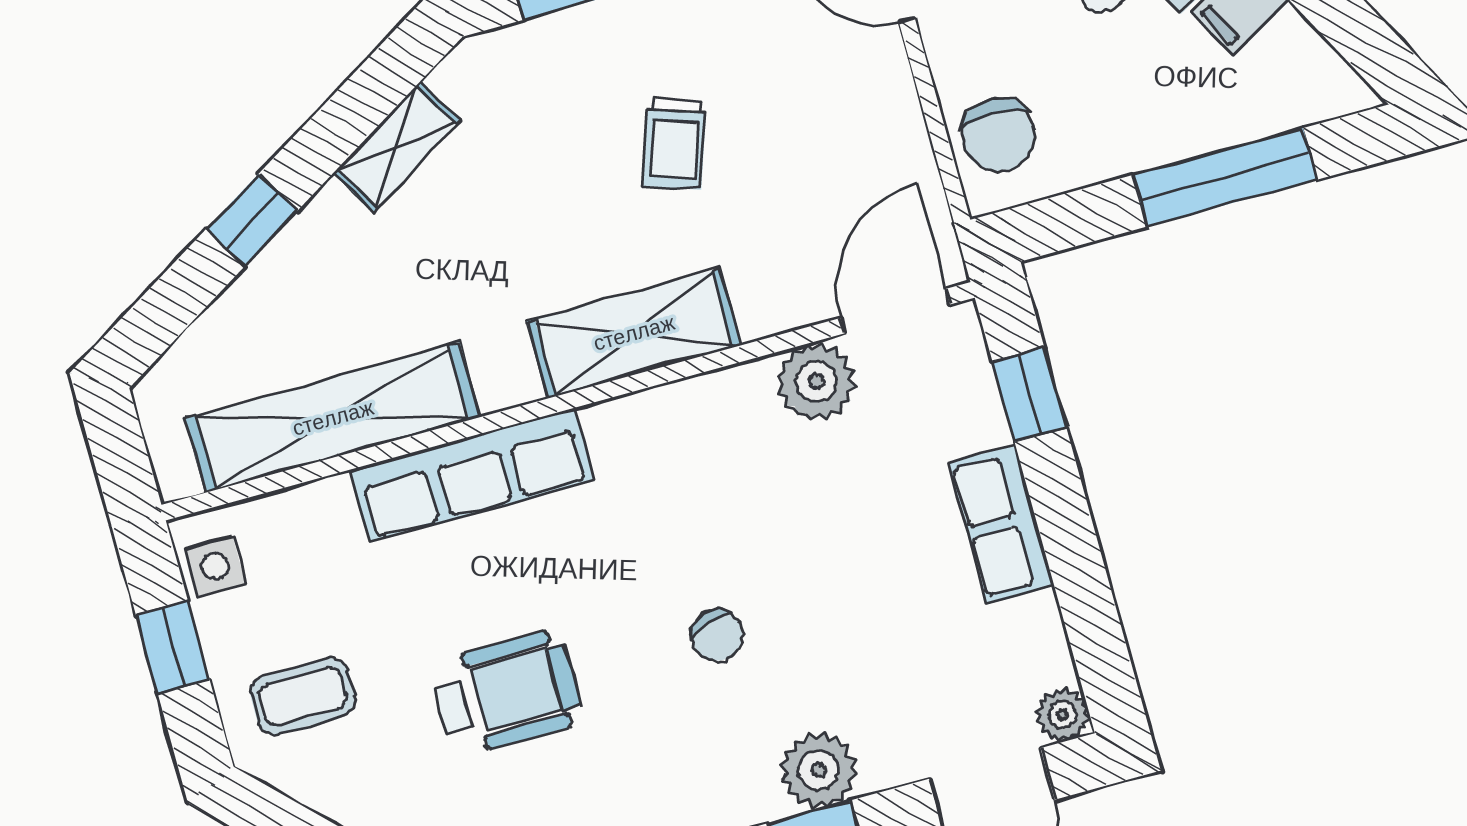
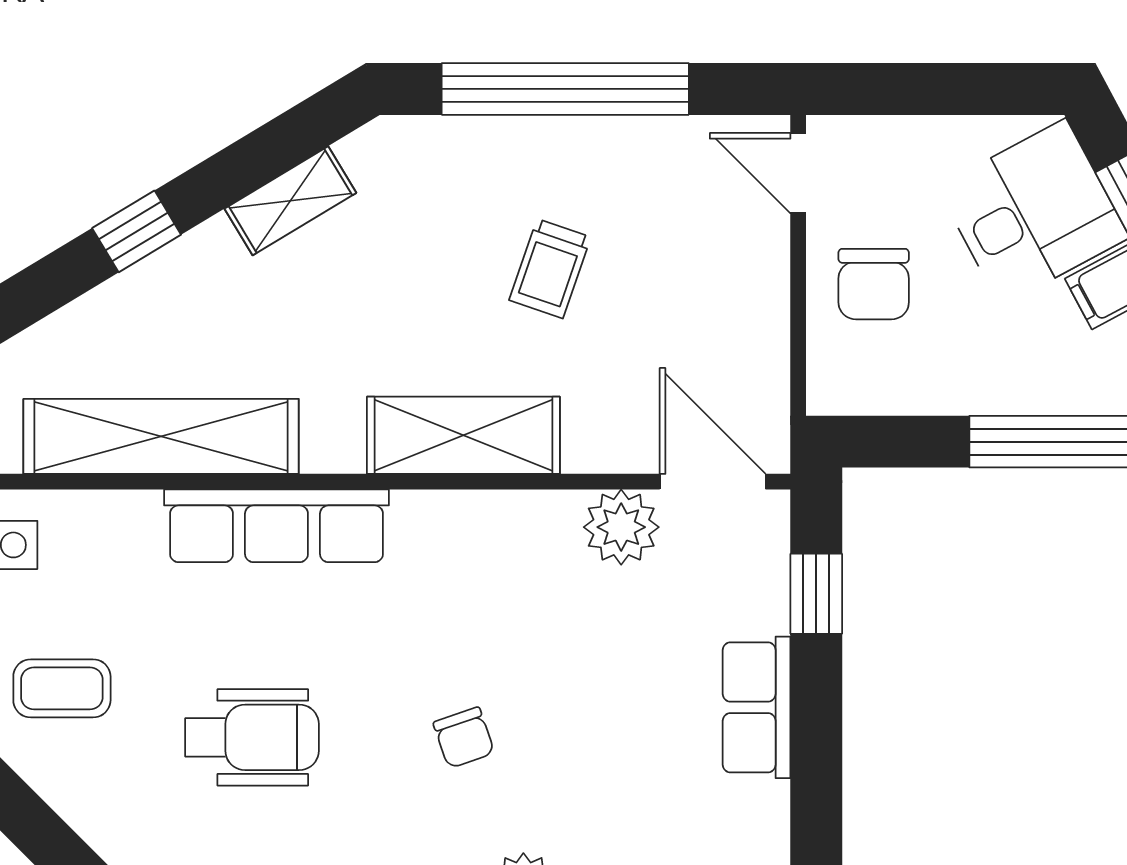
chair: (999, 135) -> (874, 284), moved
door: (895, 311) -> (713, 482), hinge flipped

